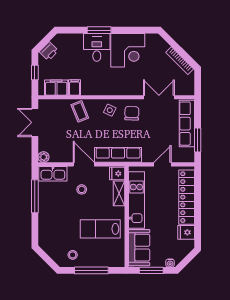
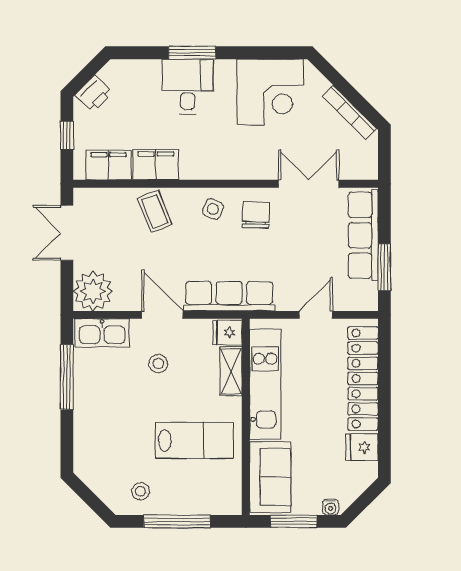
corner desk: (128, 50) -> (270, 92), moved
filing cabinet: (75, 87) -> (156, 165), width x2.00
plant: (43, 157) -> (93, 291), width x1.88, depth x1.88
lab bench: (100, 229) -> (194, 440), turned 180

